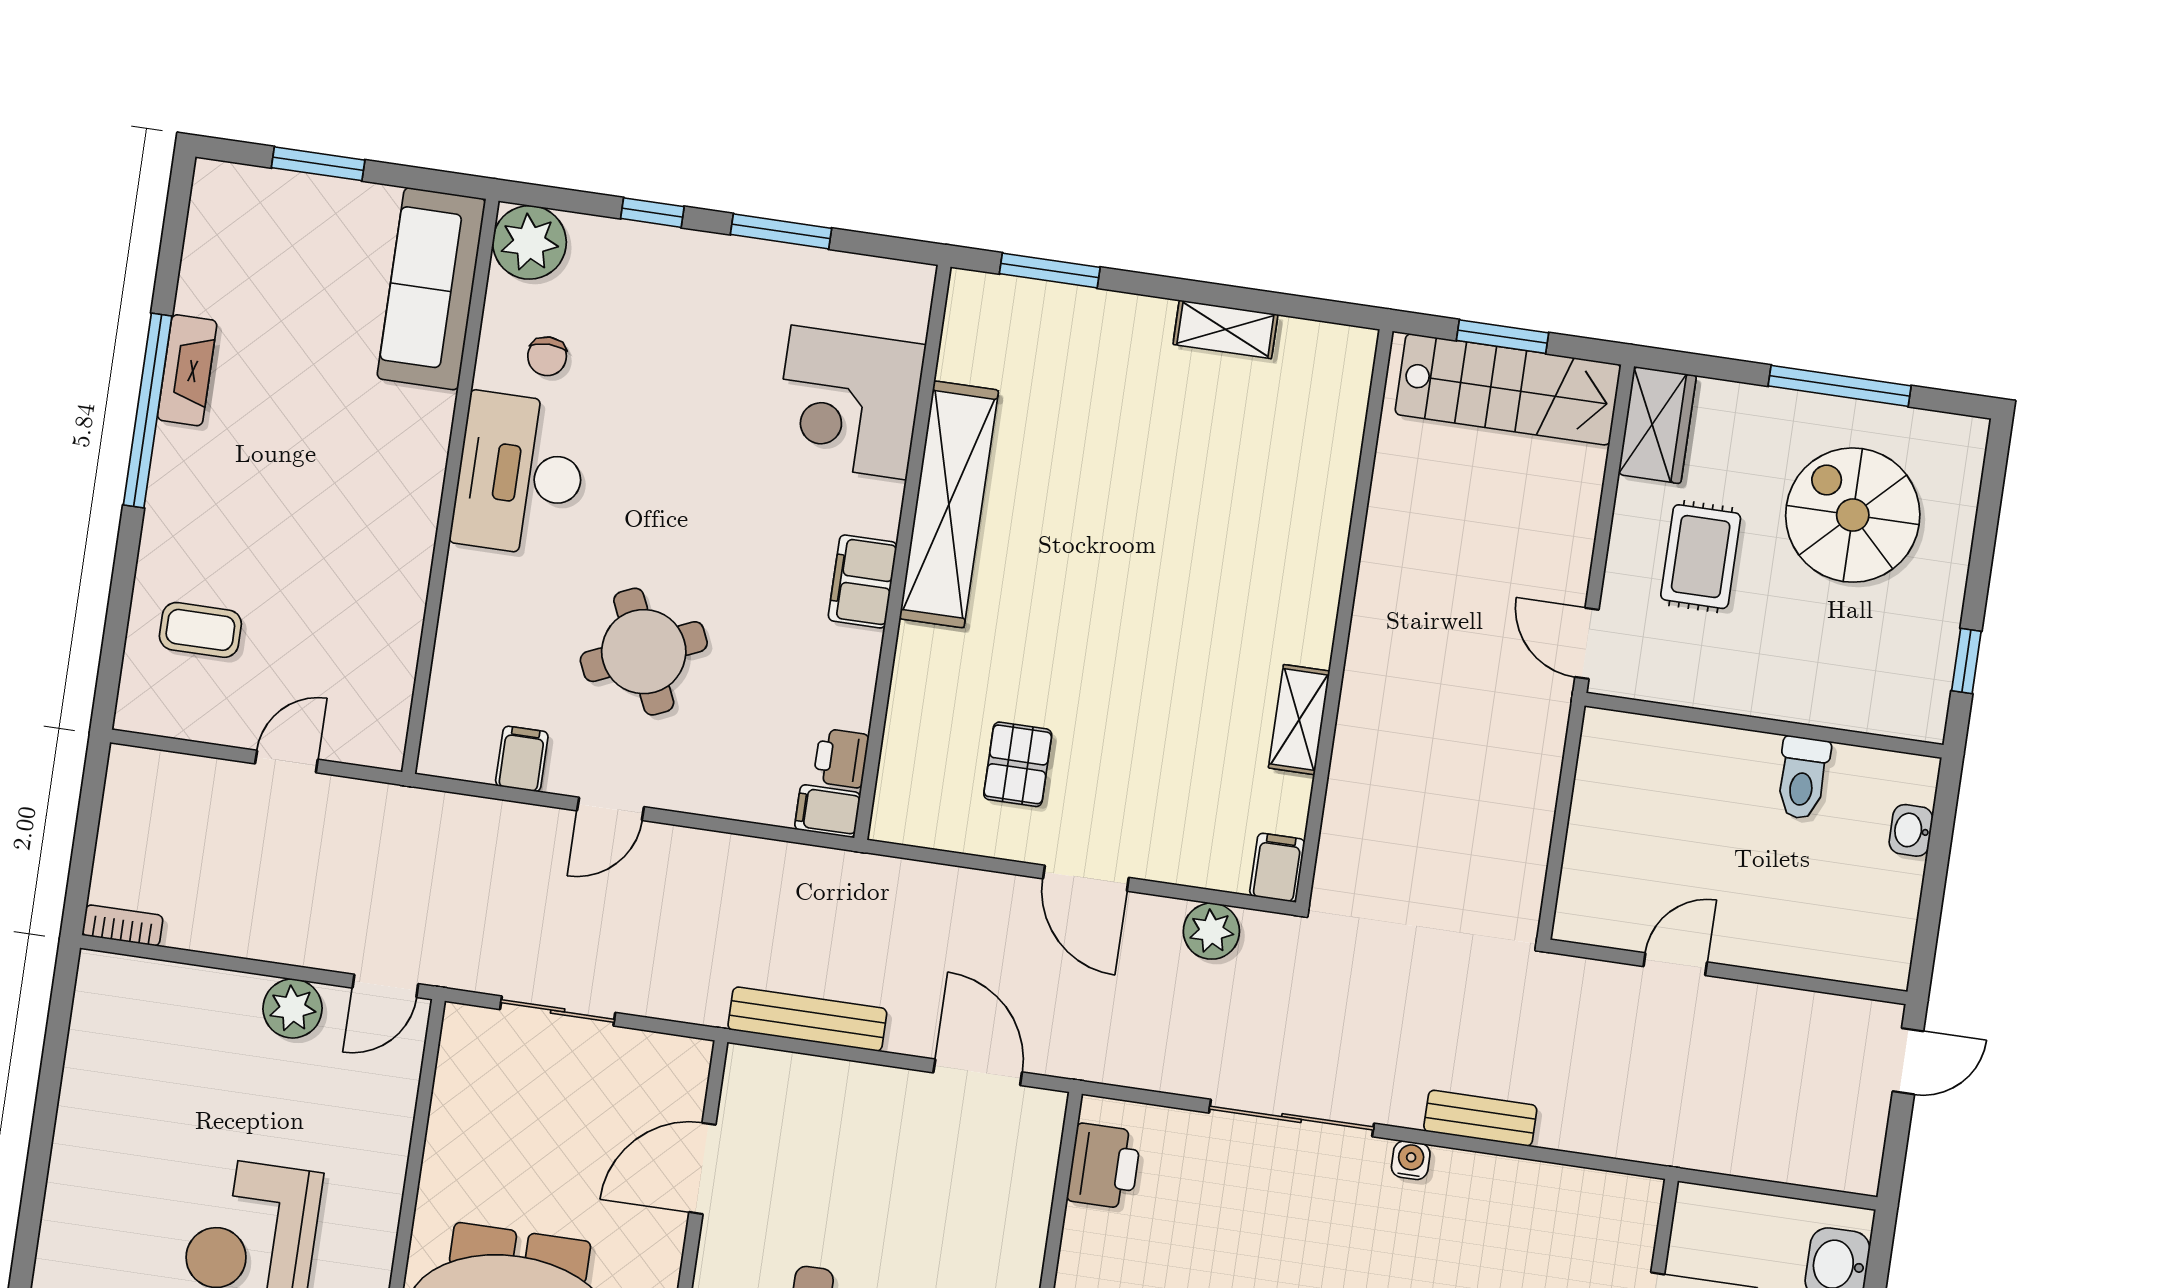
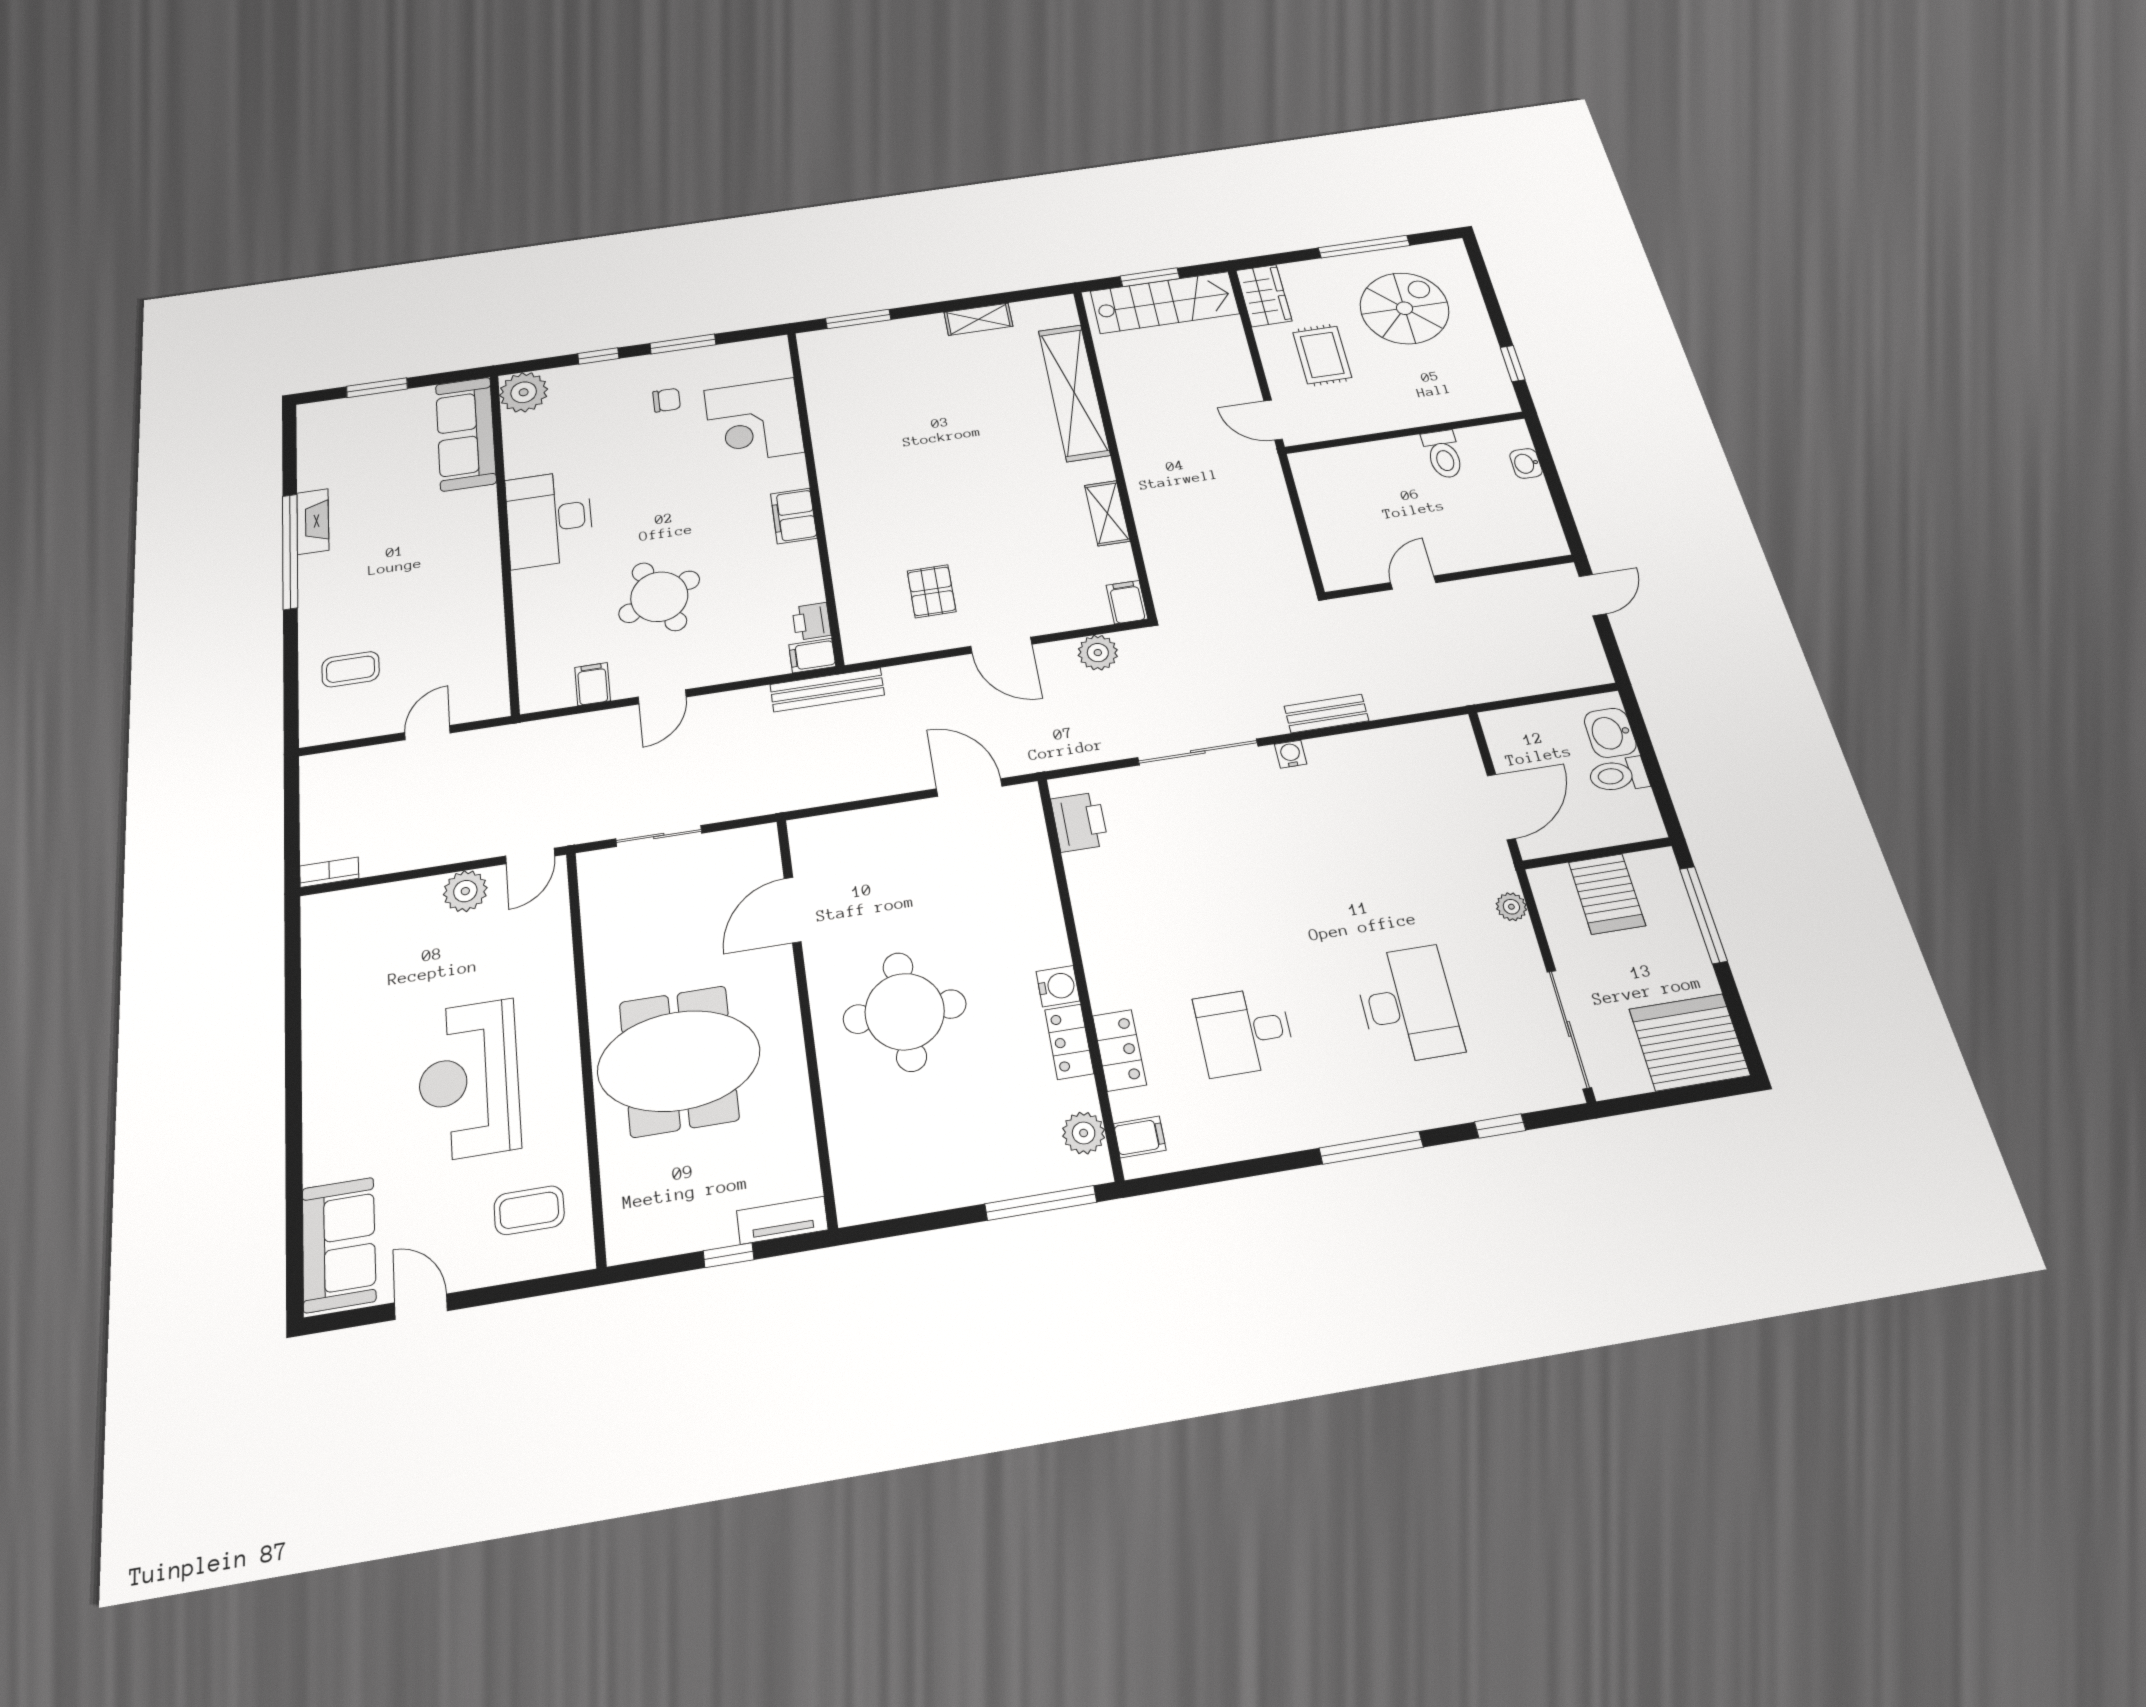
chair: (547, 356) -> (667, 400), moved, turned -90
shelving: (949, 504) -> (1074, 392), moved
spiral stairs: (1853, 515) -> (1404, 308), turned 90
bench: (807, 1019) -> (827, 690), moved

